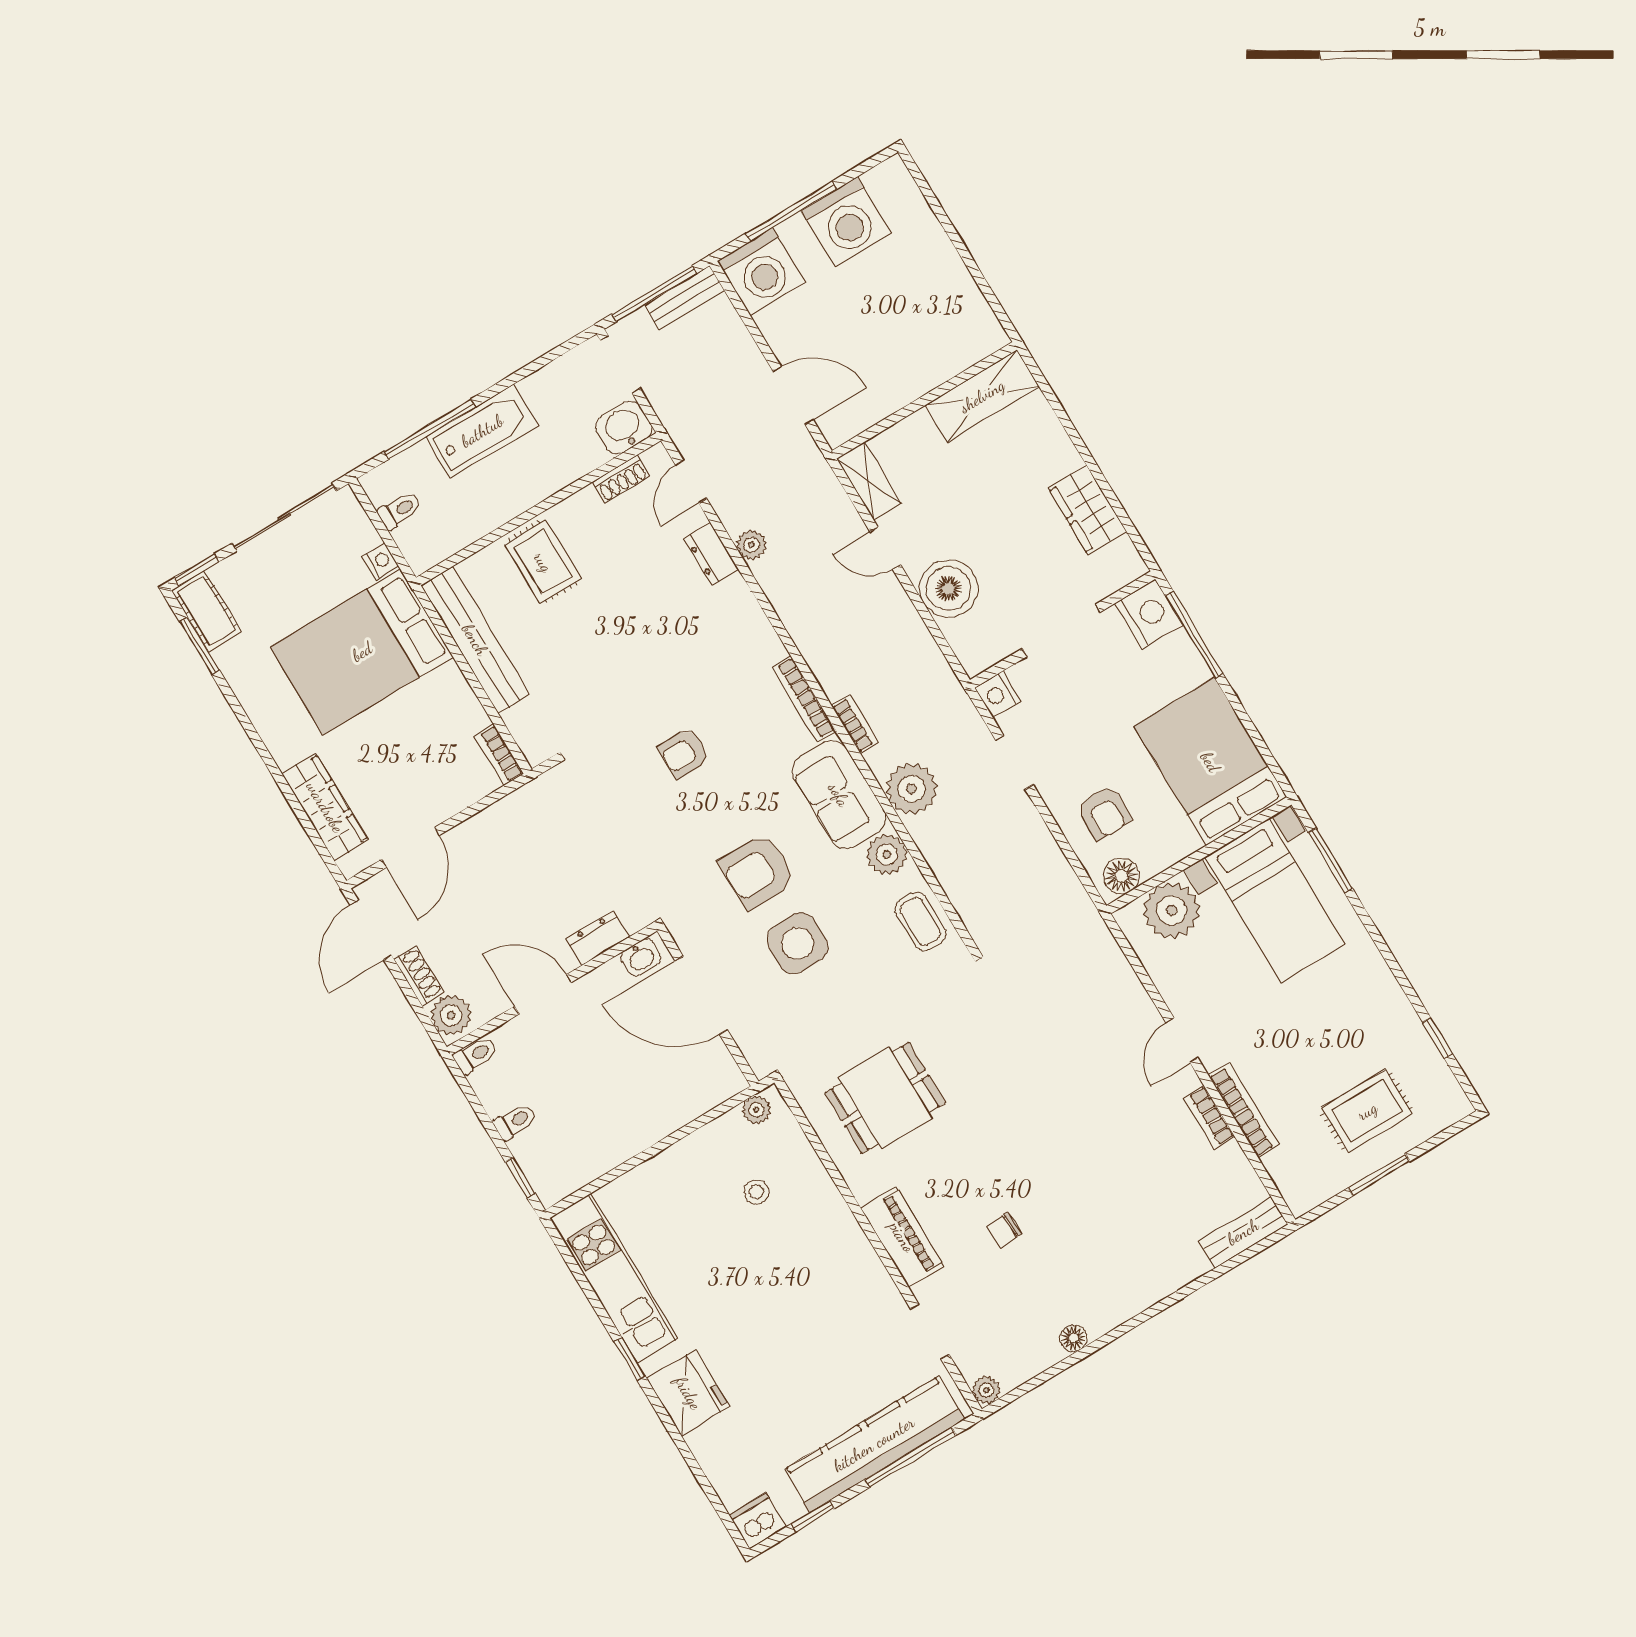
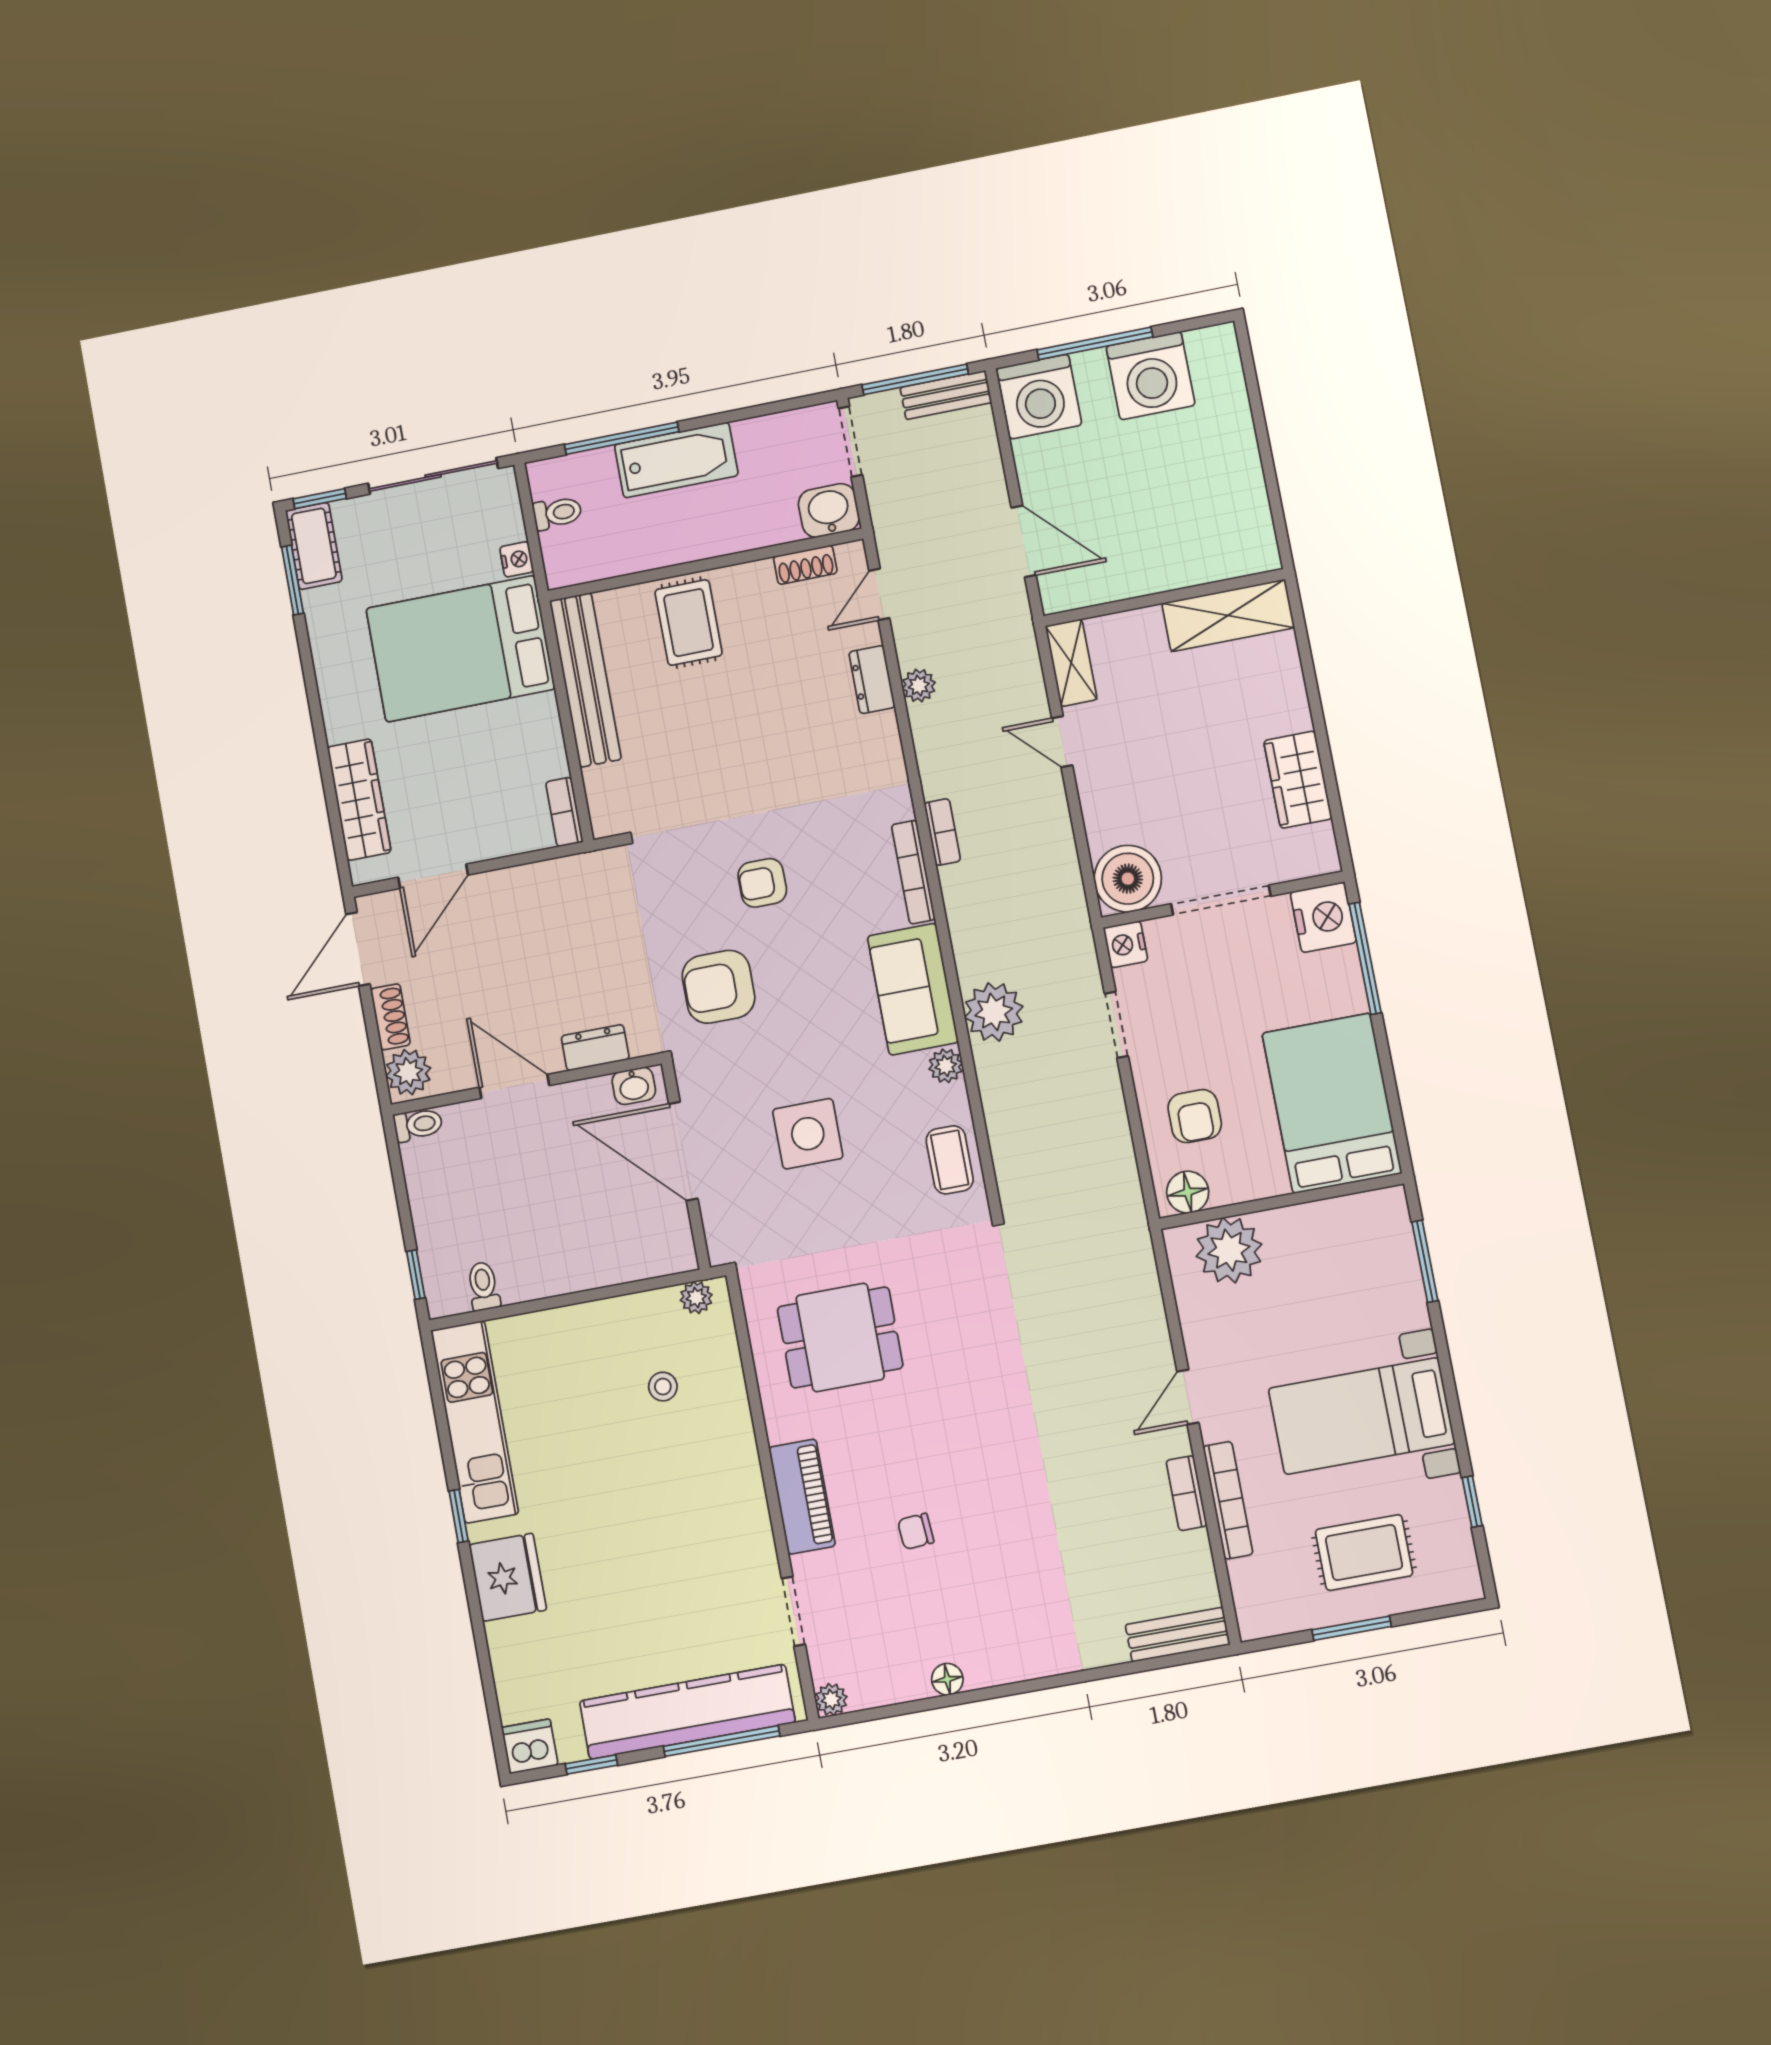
boiler: (949, 589) -> (1128, 879), moved
bookcase: (855, 724) -> (942, 832), moved
plant: (887, 854) -> (946, 1066), width x0.73, depth x0.73
armchair: (758, 871) -> (719, 987), moved
bed with nightstands: (1275, 901) -> (1362, 1416), moved, turned 90
toilet: (515, 1121) -> (483, 1286), moved, turned -90

